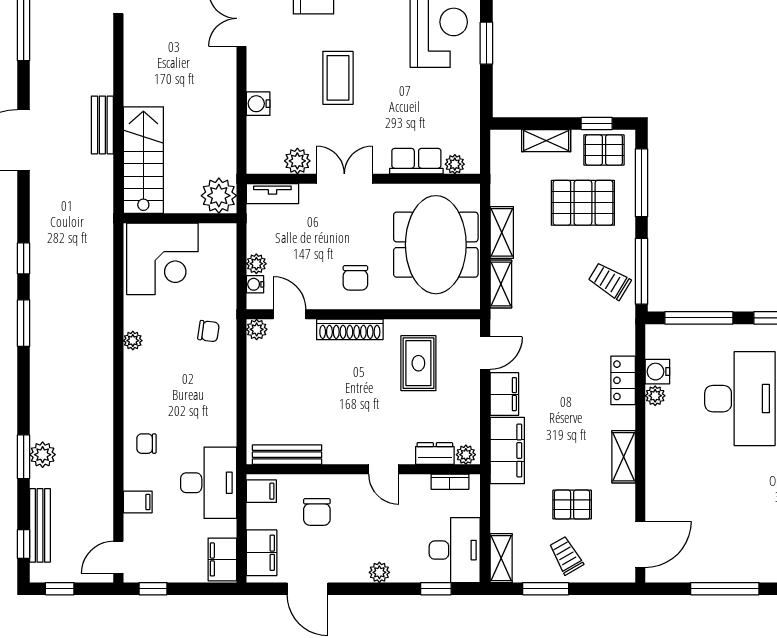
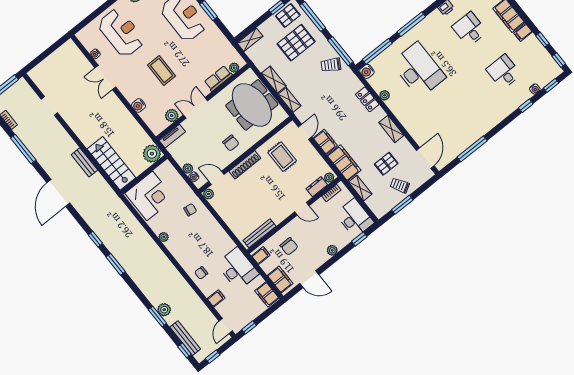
shelving: (546, 141) -> (250, 40), moved
water cooler: (657, 372) -> (367, 71), moved
shelving: (501, 558) -> (360, 188), moved

